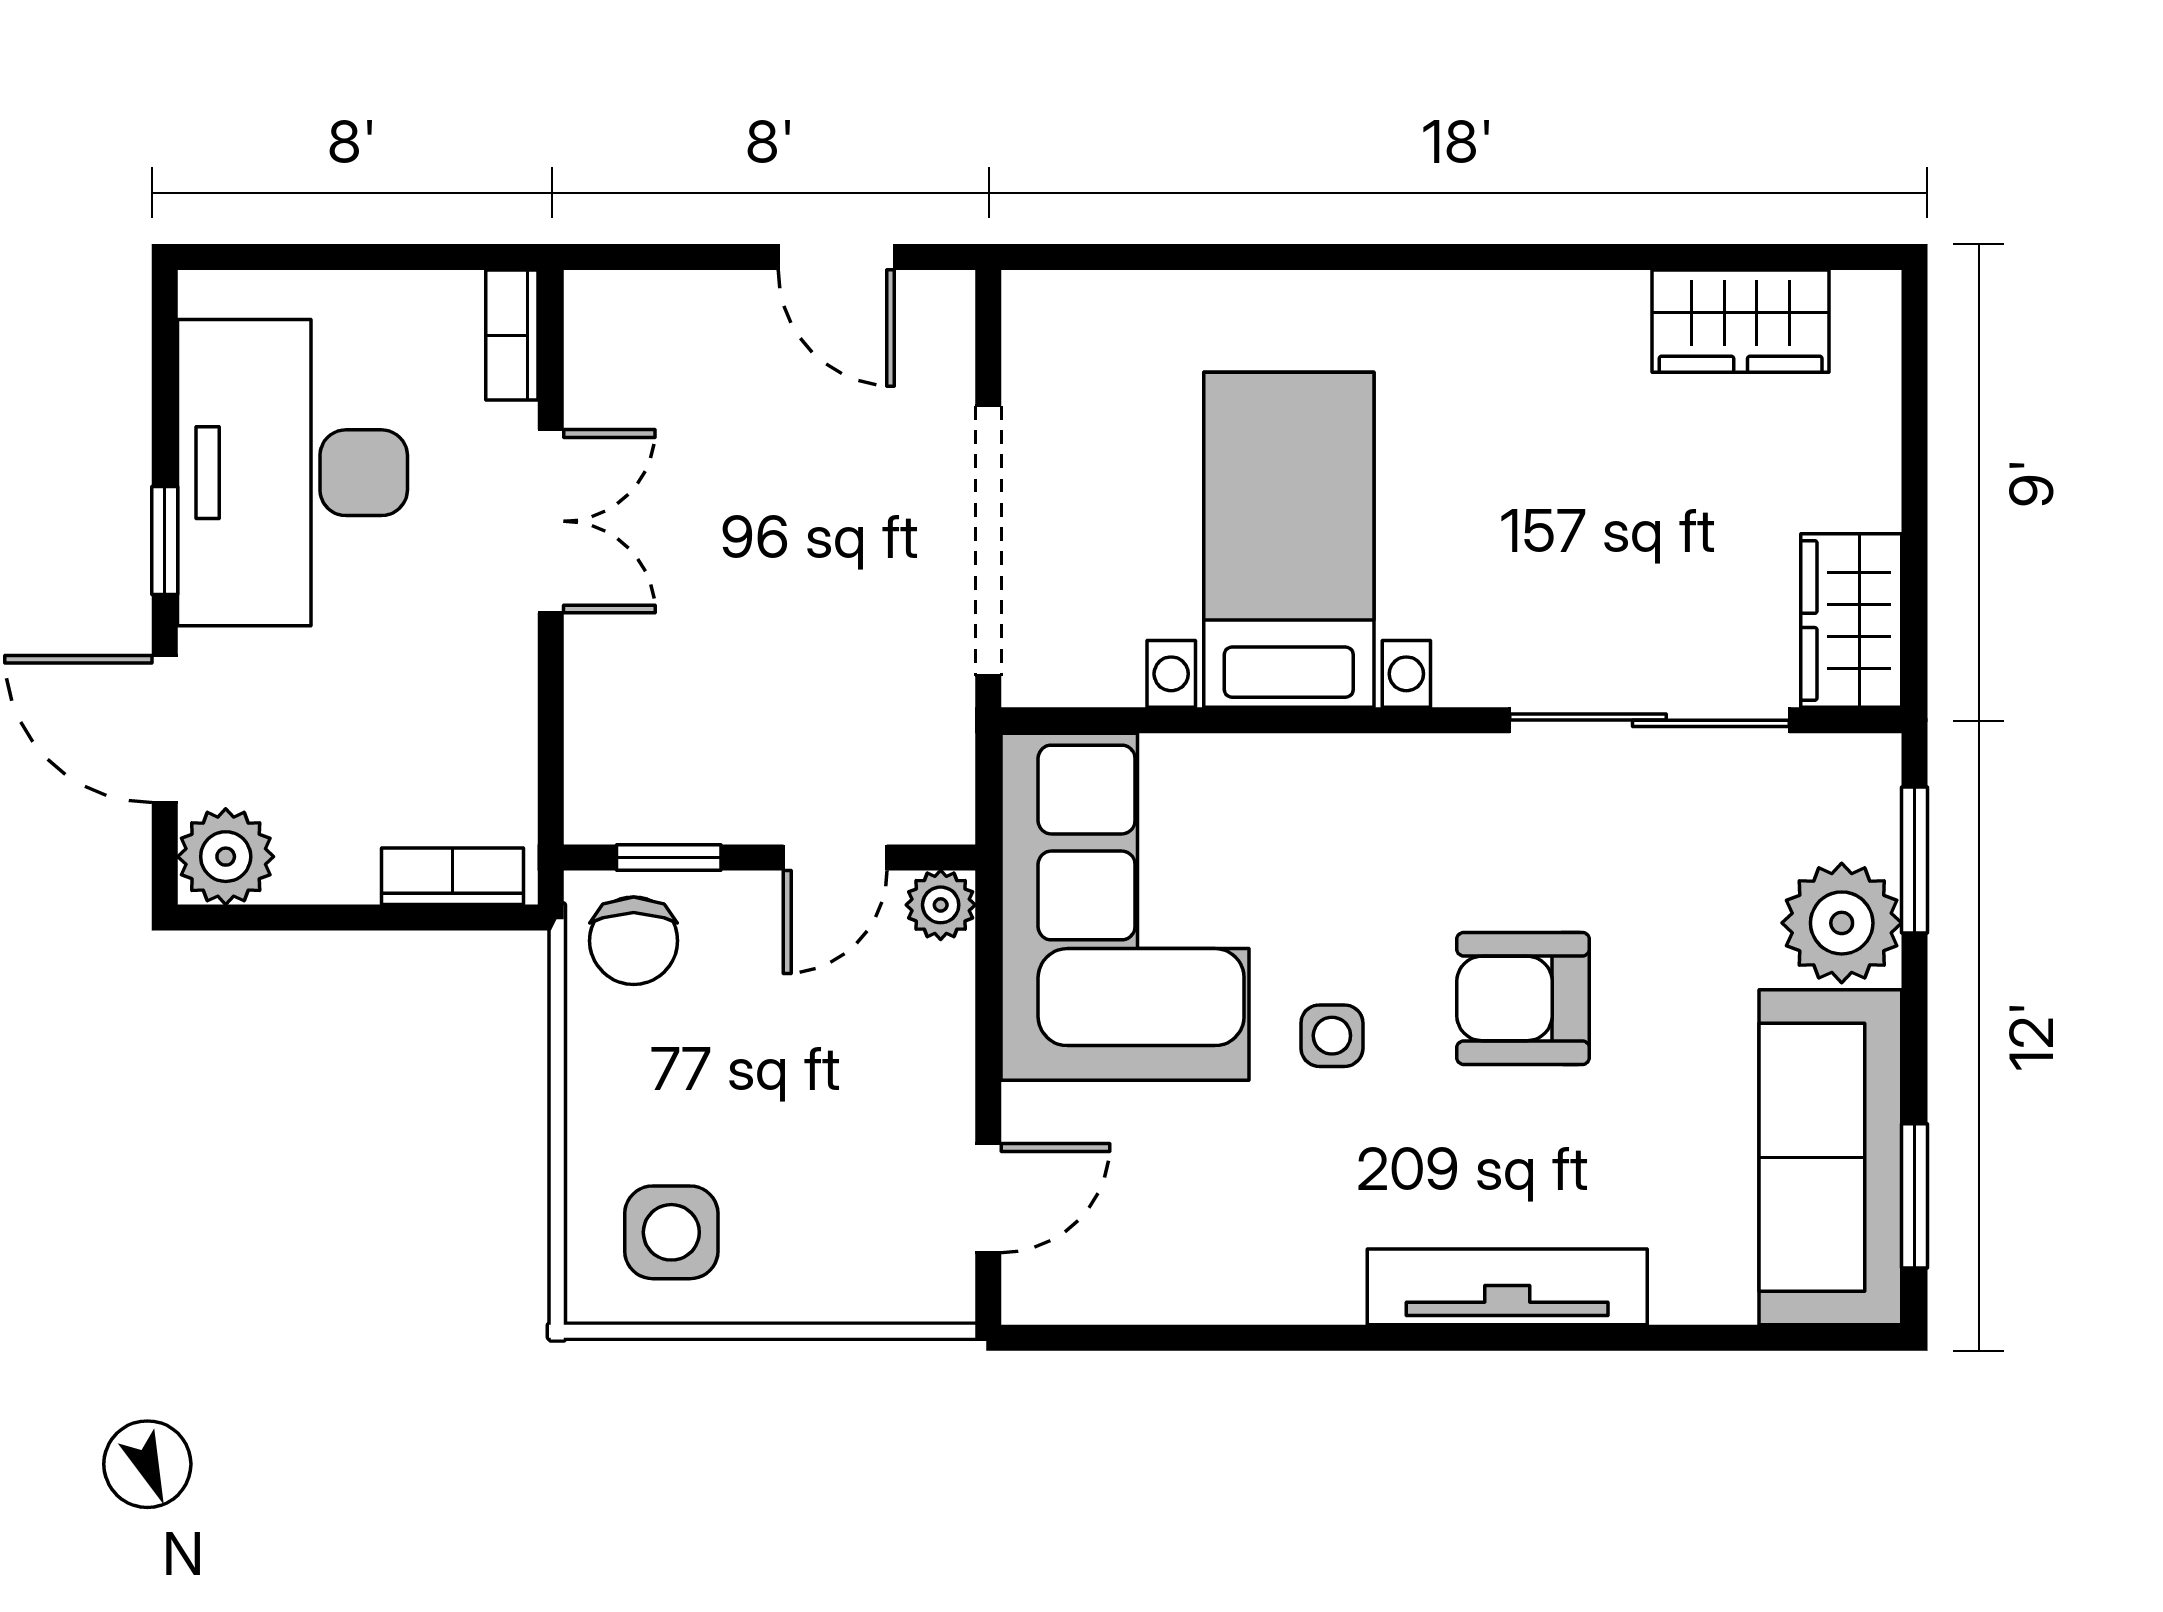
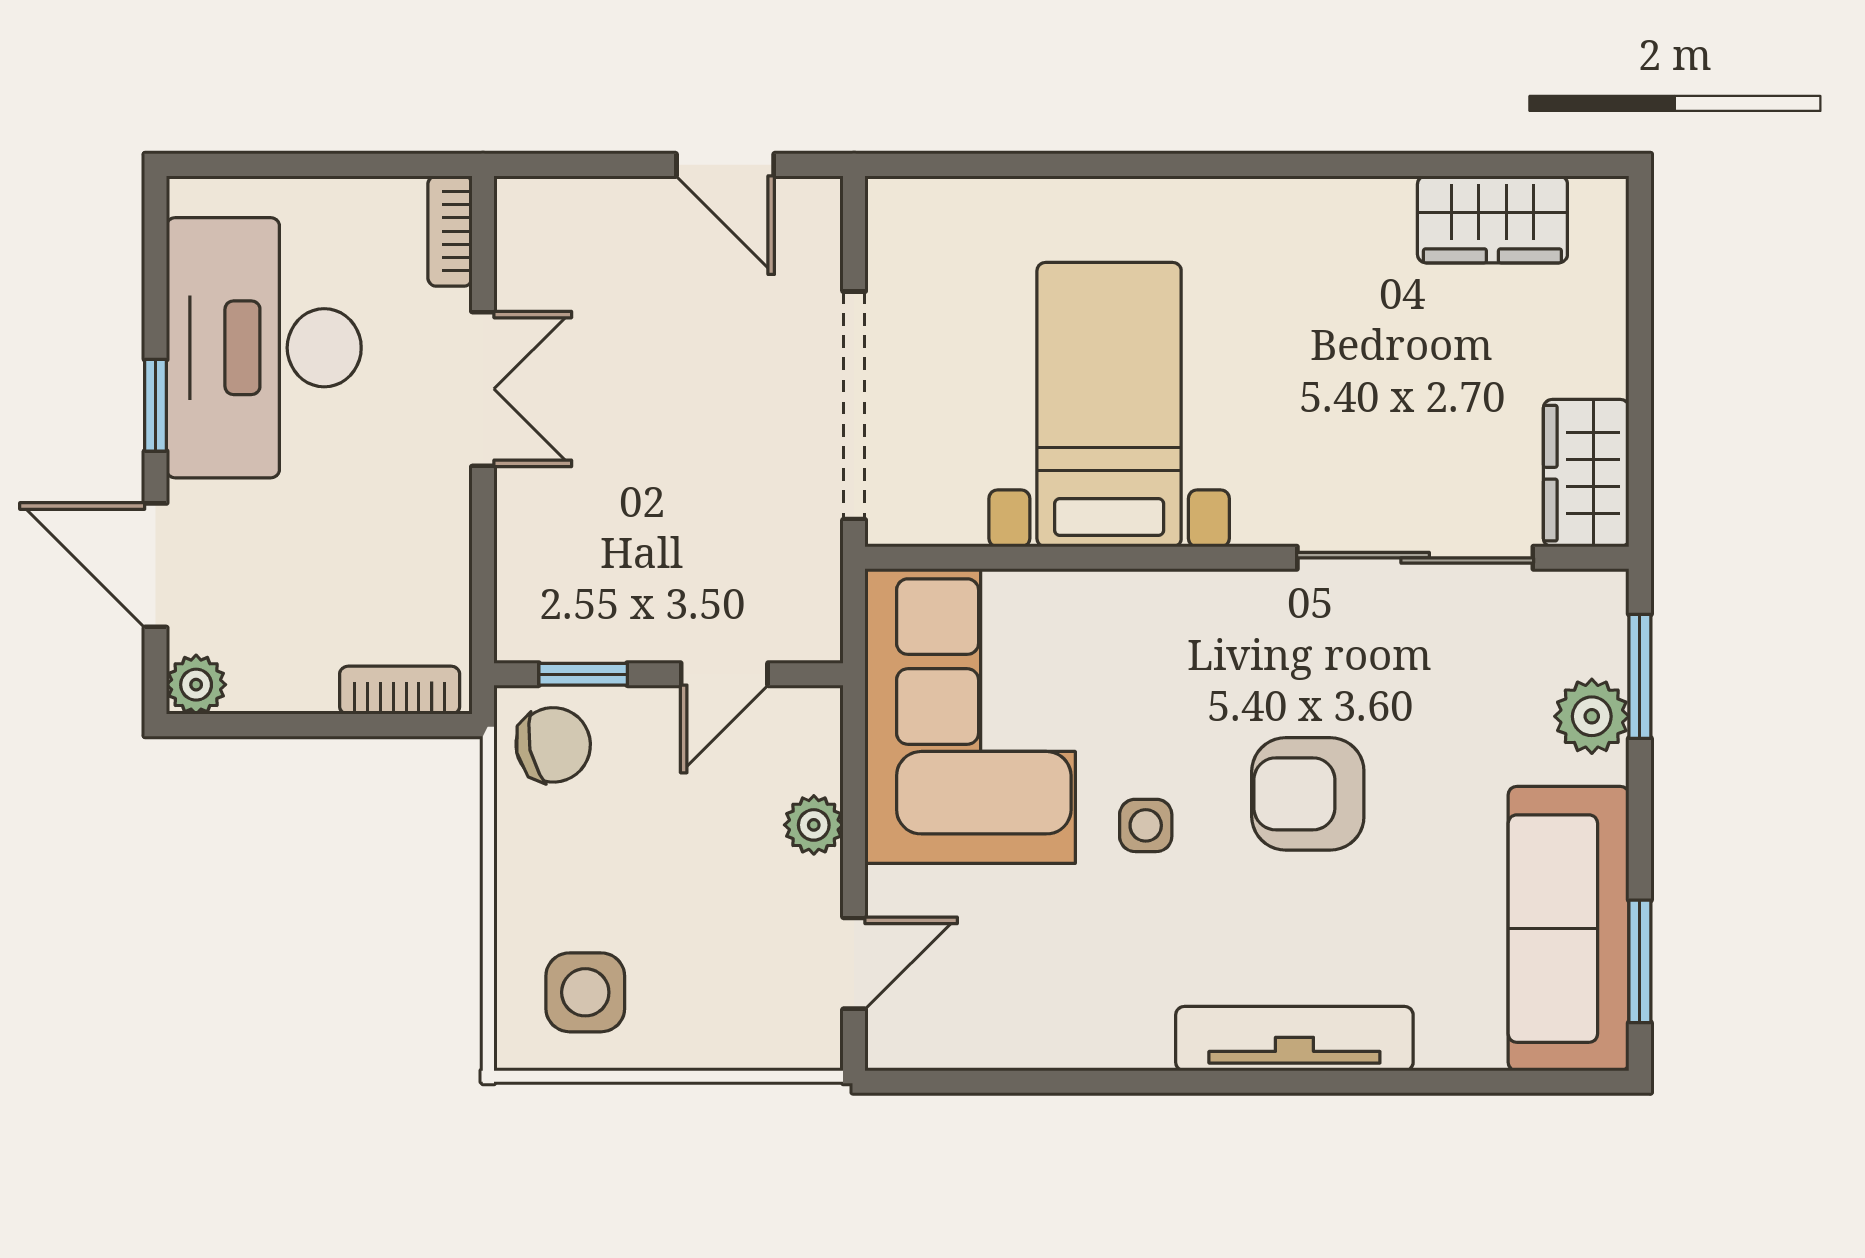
plant: (226, 857) -> (196, 685), width x0.73, depth x0.73
plant: (941, 905) -> (814, 825), moved
plant: (1842, 923) -> (1592, 716), width x0.73, depth x0.73
chair: (634, 941) -> (553, 745), turned -102

